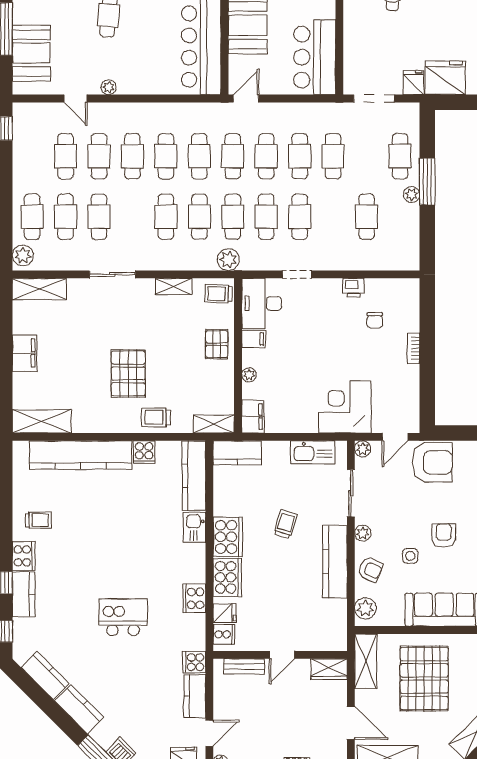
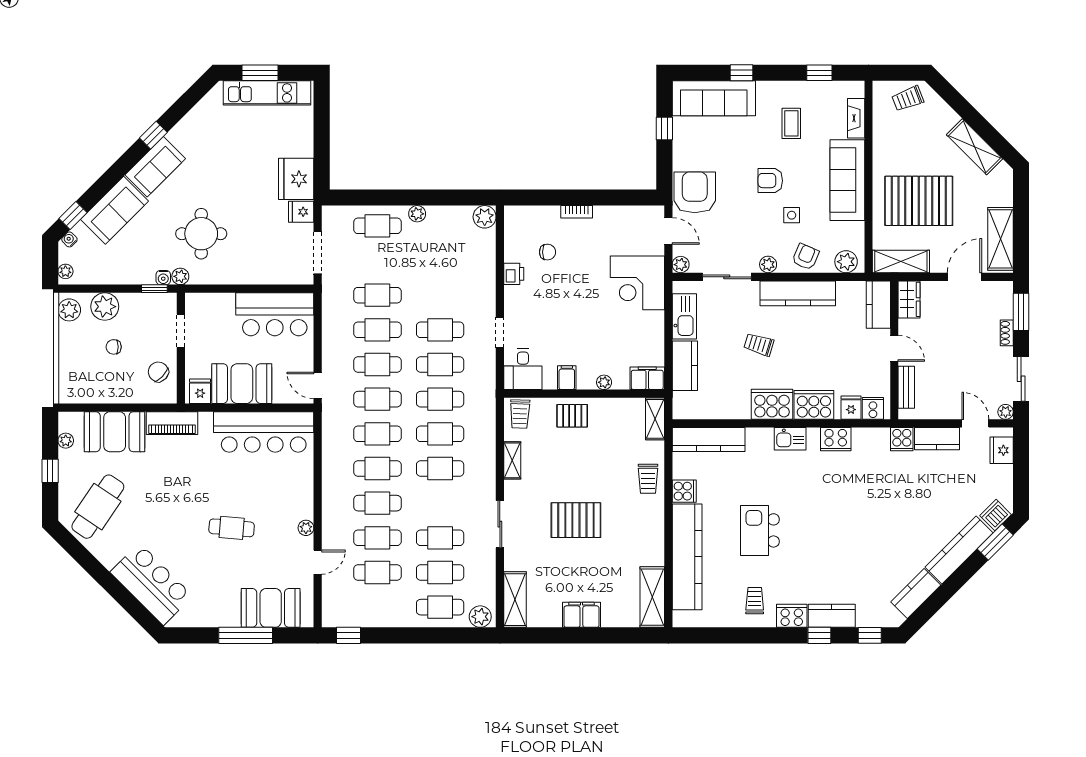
window: (427, 181) -> (404, 198), removed
cafe table: (367, 217) -> (440, 260), removed
plant: (228, 260) -> (485, 217), moved
desk: (262, 303) -> (523, 369), width x0.73
pallet: (128, 373) -> (576, 520), moved
kitchen counter: (237, 453) -> (685, 366), moved
kitchen sink: (195, 527) -> (790, 439), moved
kitchen island: (123, 617) -> (760, 530), moved
kitchen counter: (324, 640) -> (878, 305), added
kitchen counter: (79, 709) -> (959, 550), width x1.50

